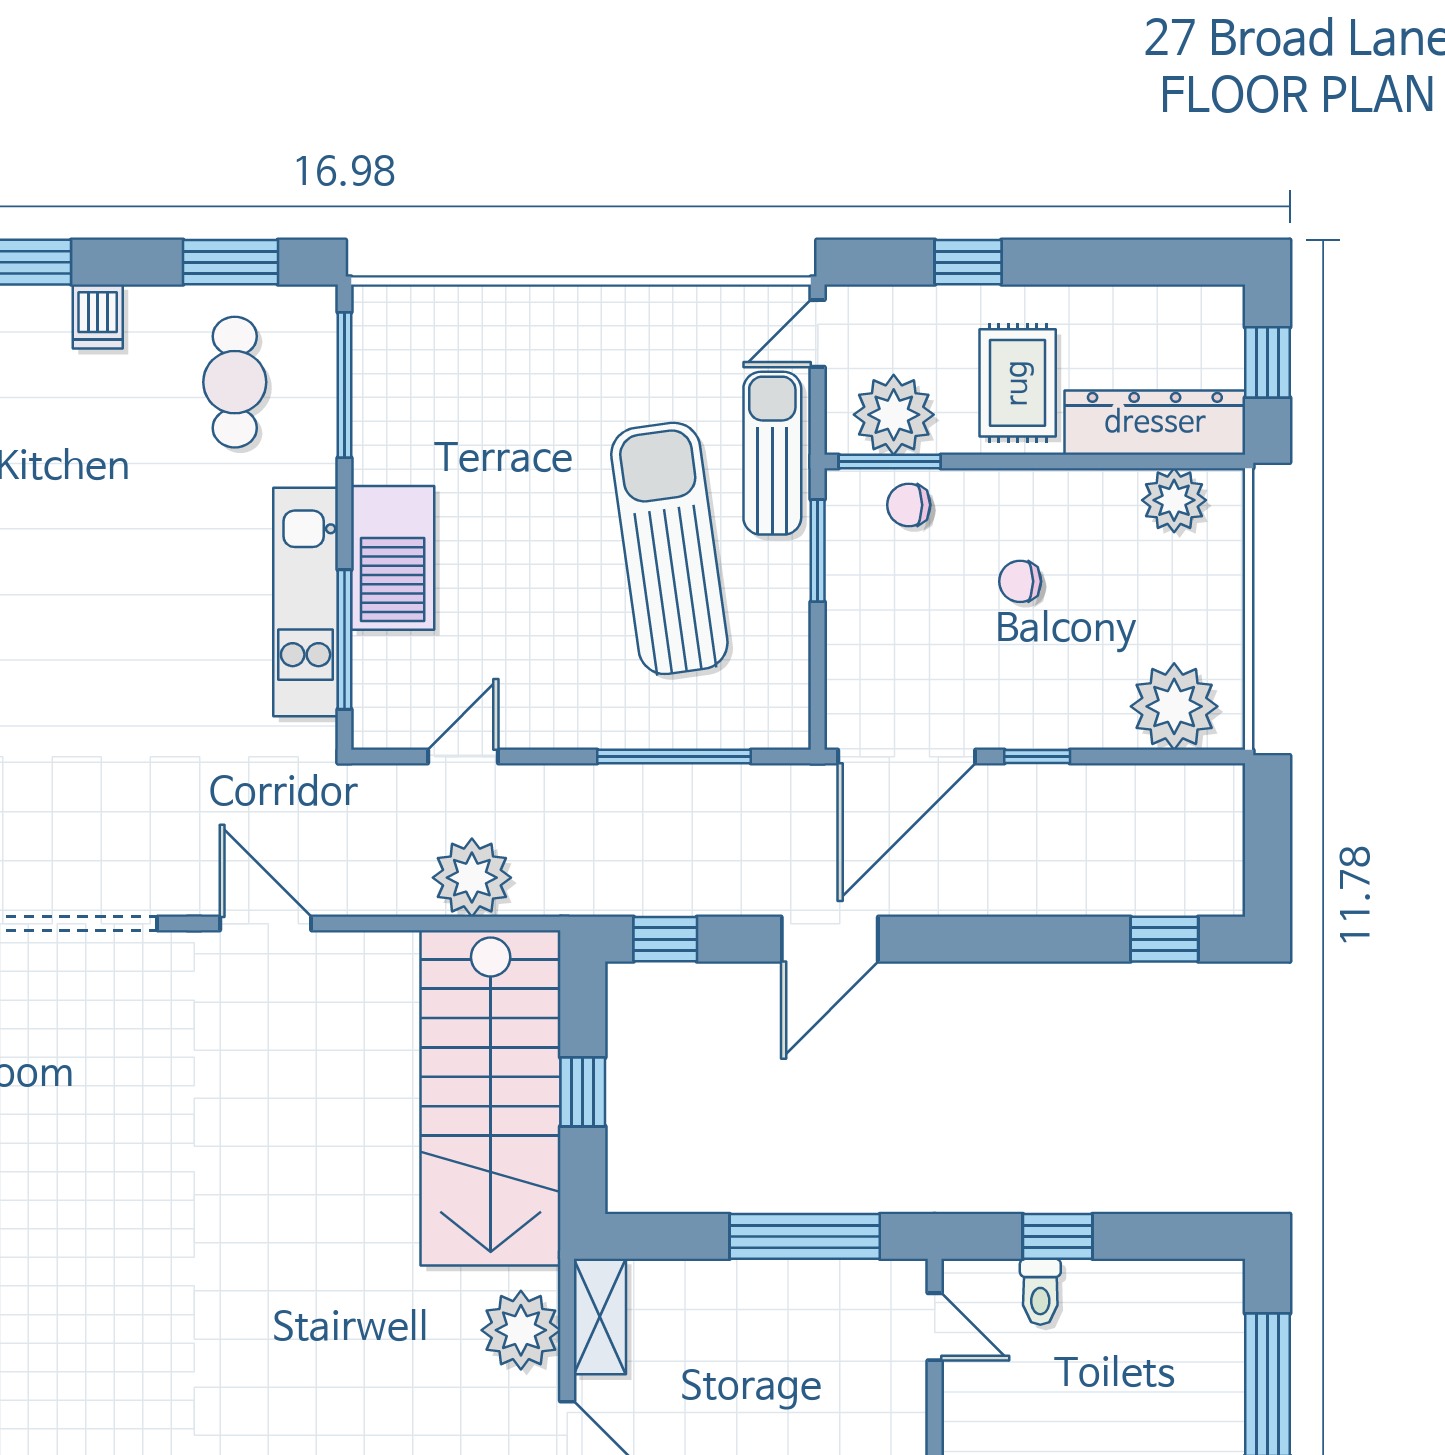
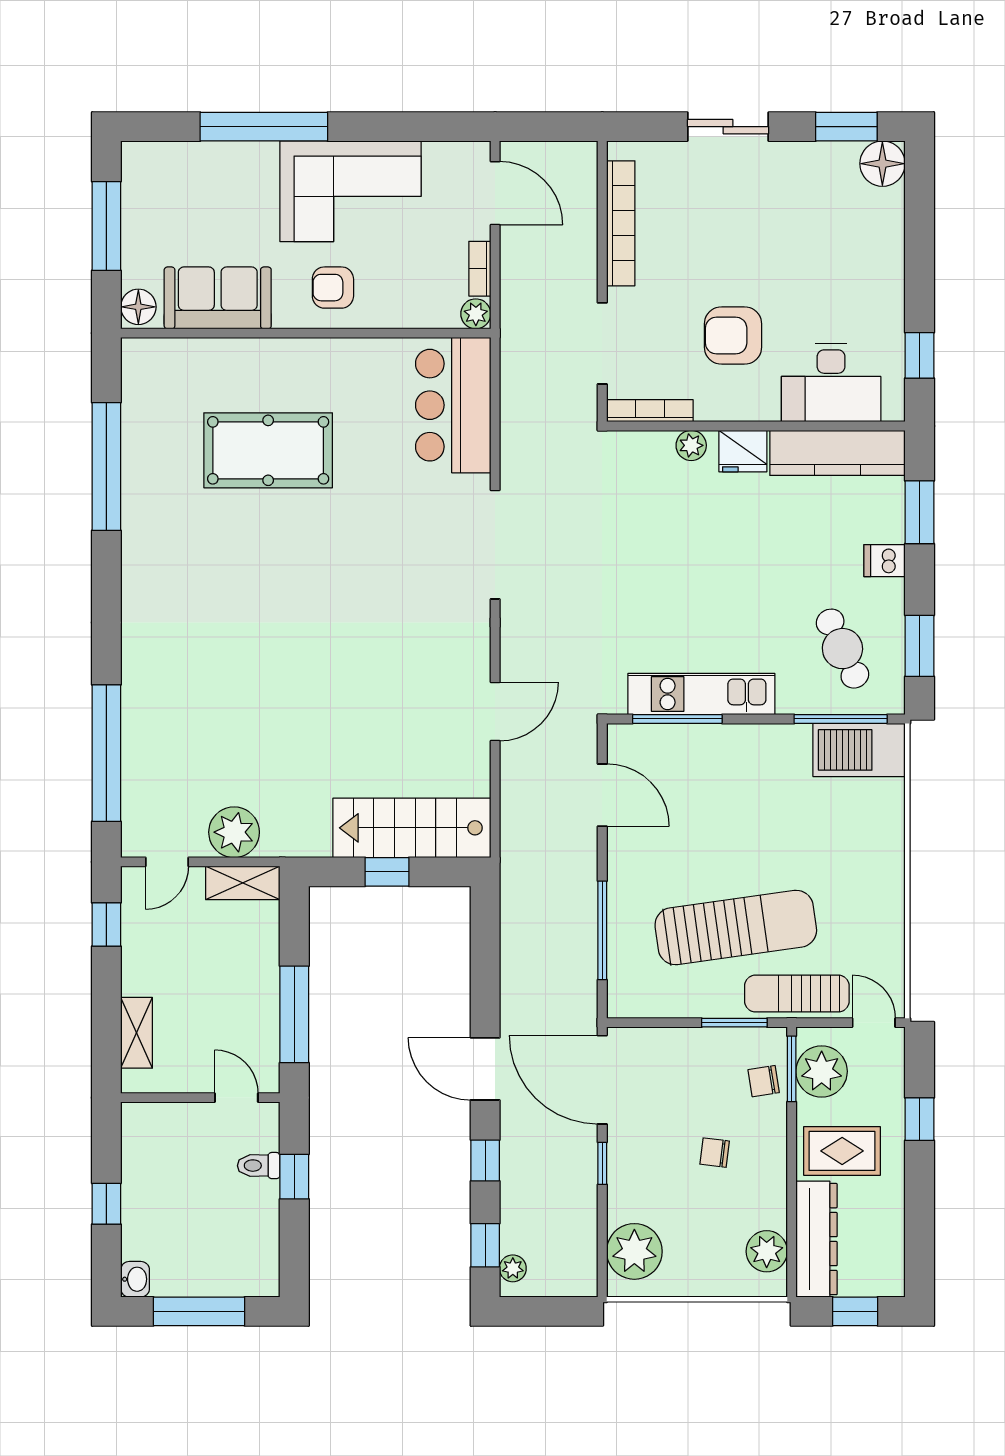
cafe table: (235, 382) -> (842, 649), turned 65
sun lounger: (772, 453) -> (797, 994), turned 180
chair: (909, 505) -> (764, 1081), turned -99
barbecue: (393, 558) -> (859, 750), moved
chair: (1020, 581) -> (715, 1153), turned -83
door: (463, 757) -> (602, 795), width x1.38
plant: (472, 878) -> (513, 1268), moved, width x0.53, depth x0.53
door: (266, 924) -> (495, 712), moved
window: (665, 939) -> (485, 1160), moved
door: (830, 939) -> (485, 1069), moved
stairs: (491, 1098) -> (412, 828), width x0.73, depth x0.66
door: (935, 1327) -> (236, 1098), swing flipped

